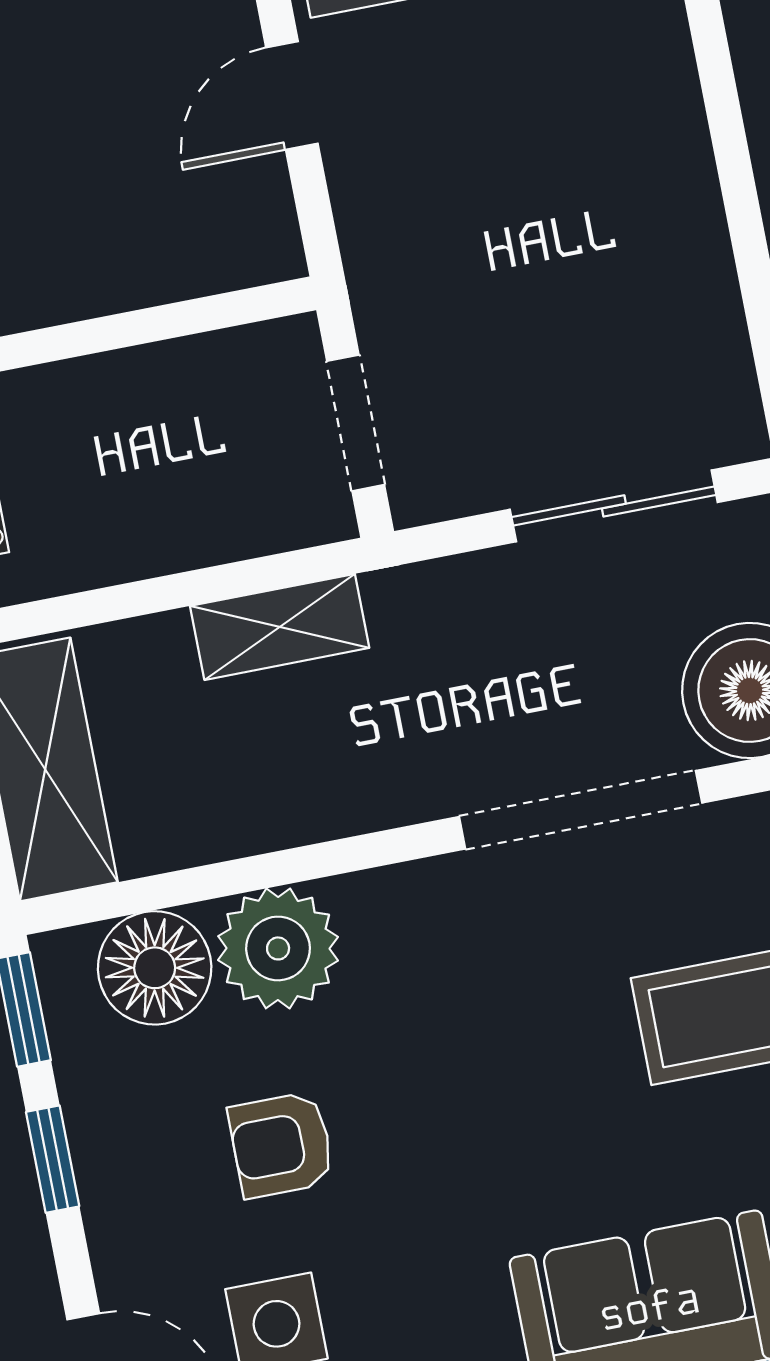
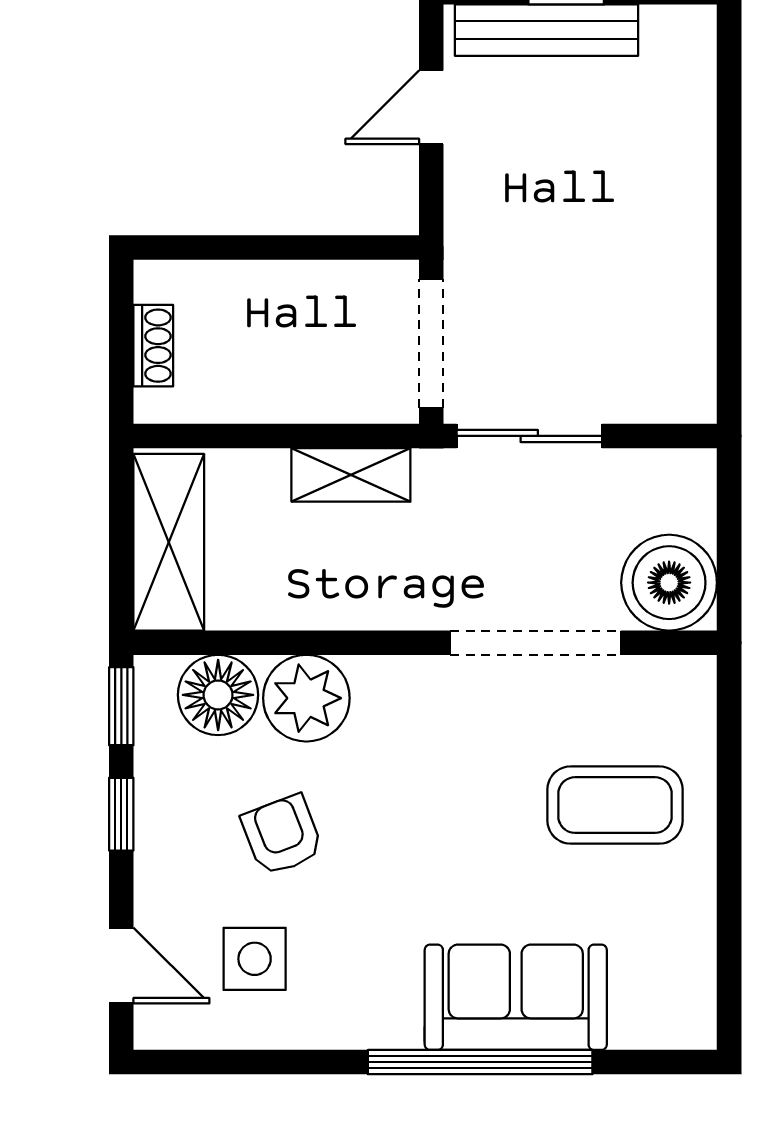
doorway: (356, 423) -> (431, 343), width x1.38
sliding door: (614, 506) -> (529, 436), moved
armchair: (281, 1145) -> (282, 835), turned 69

